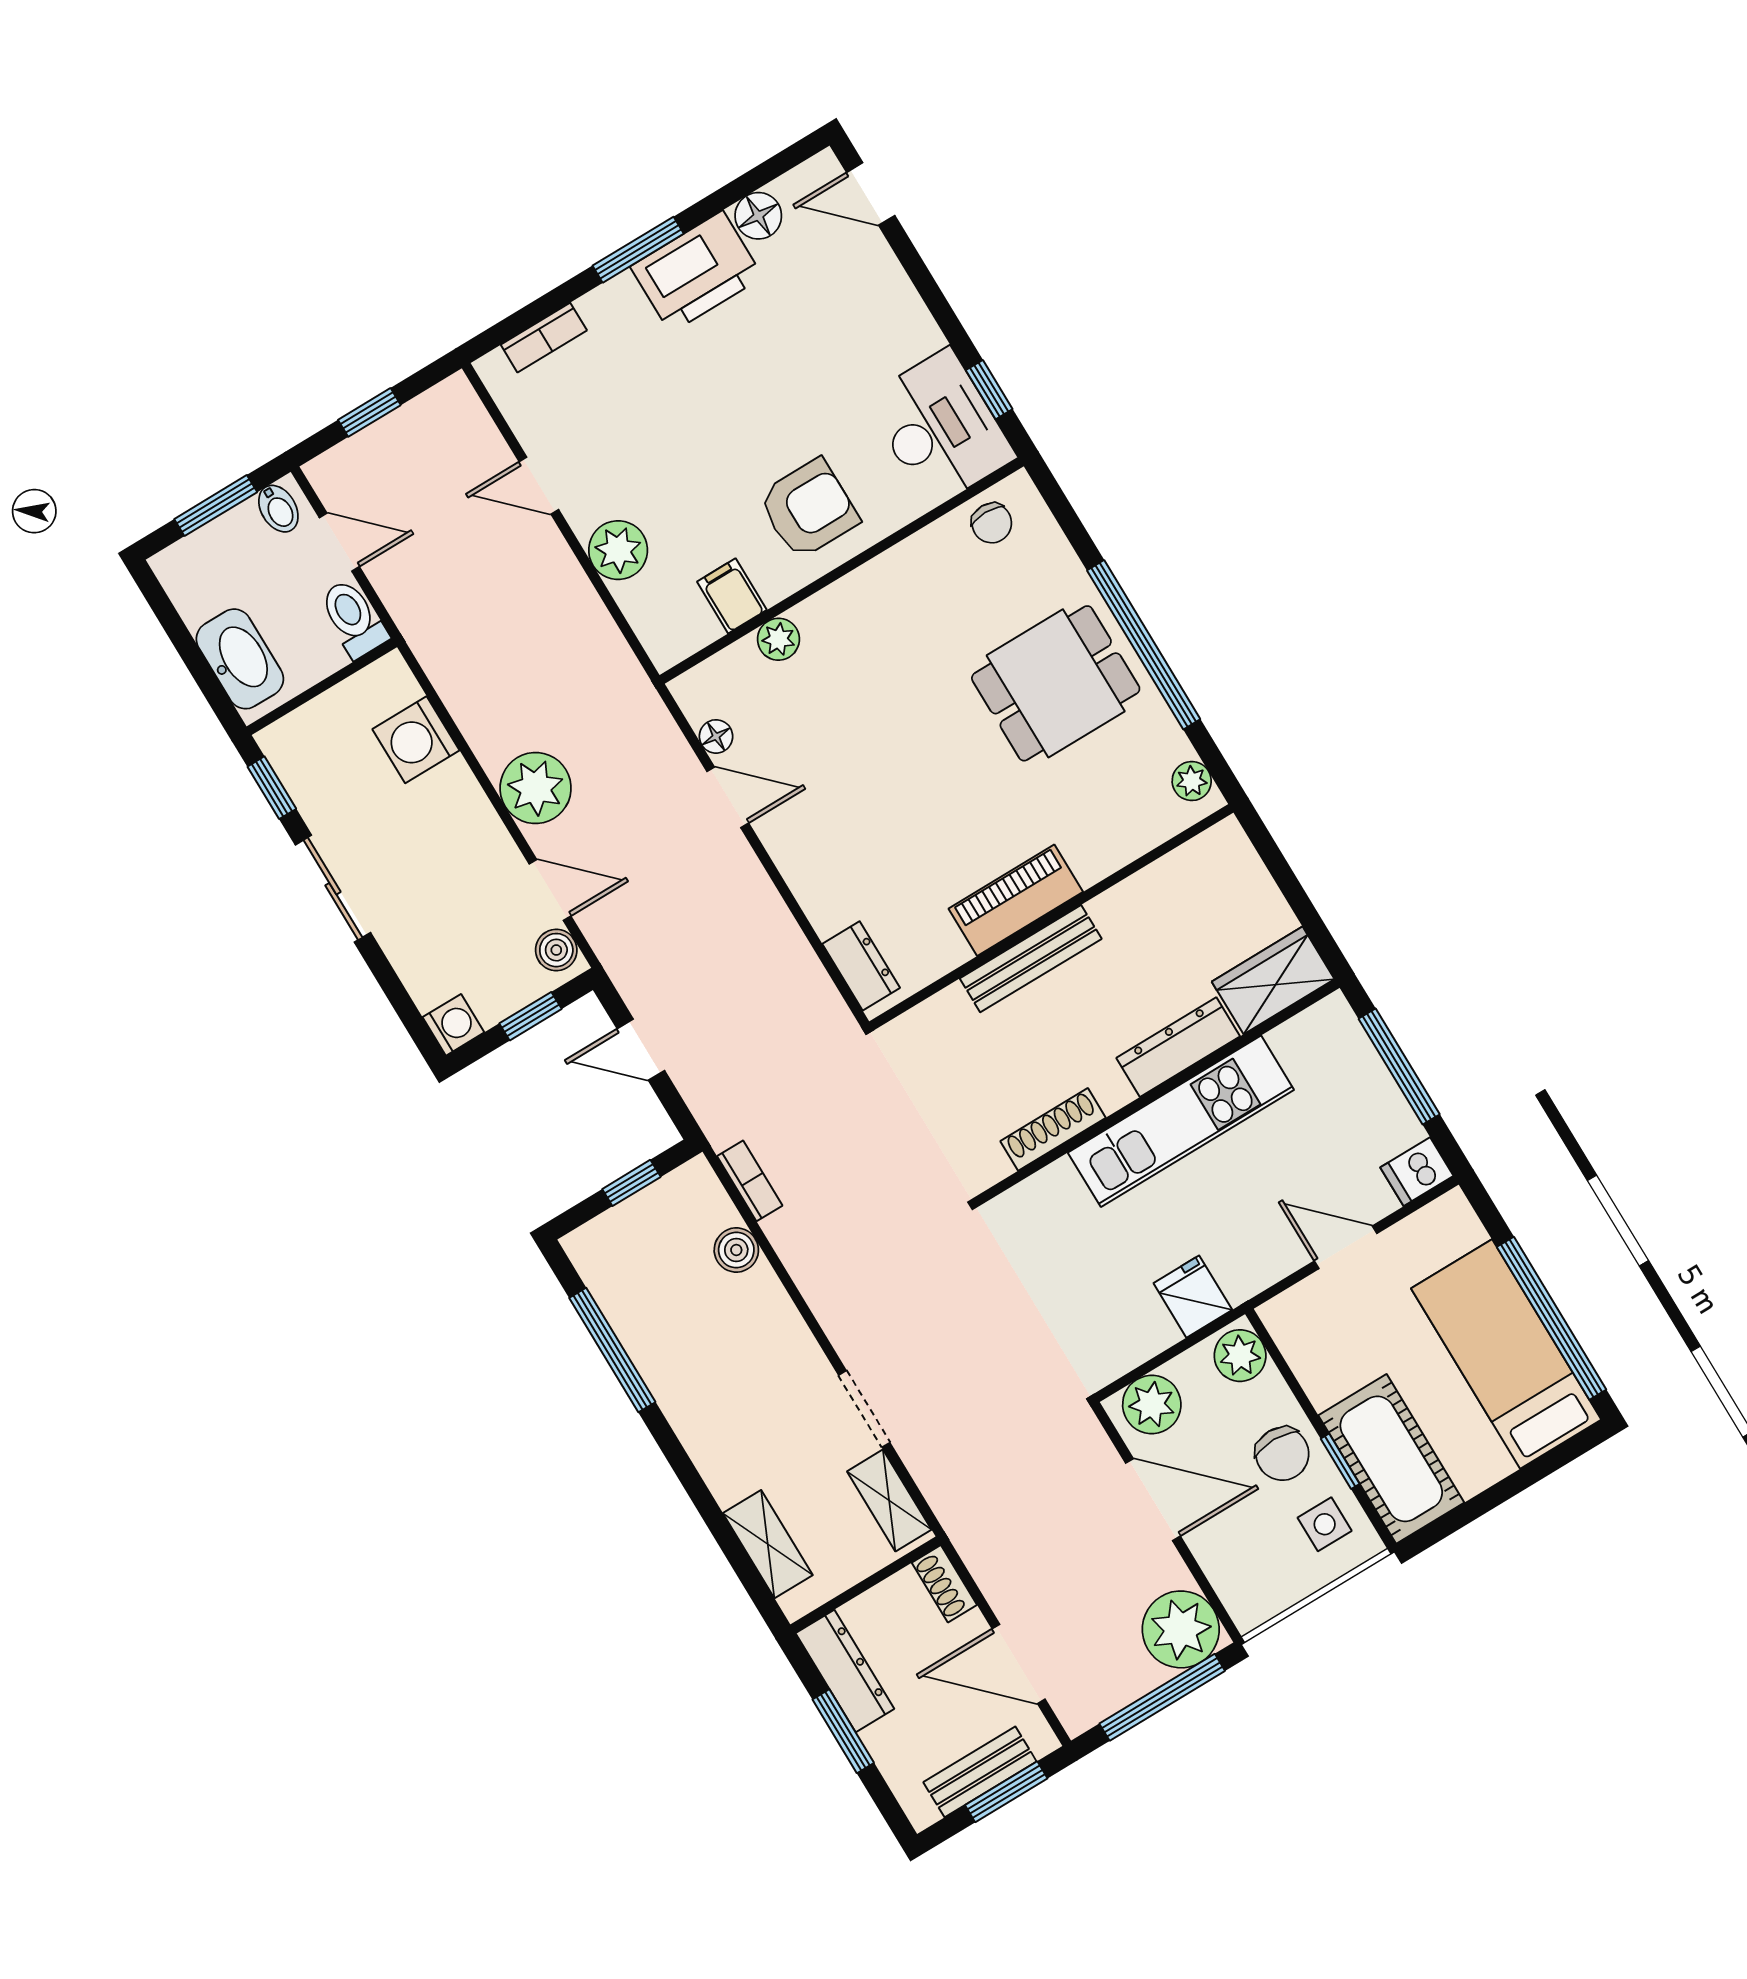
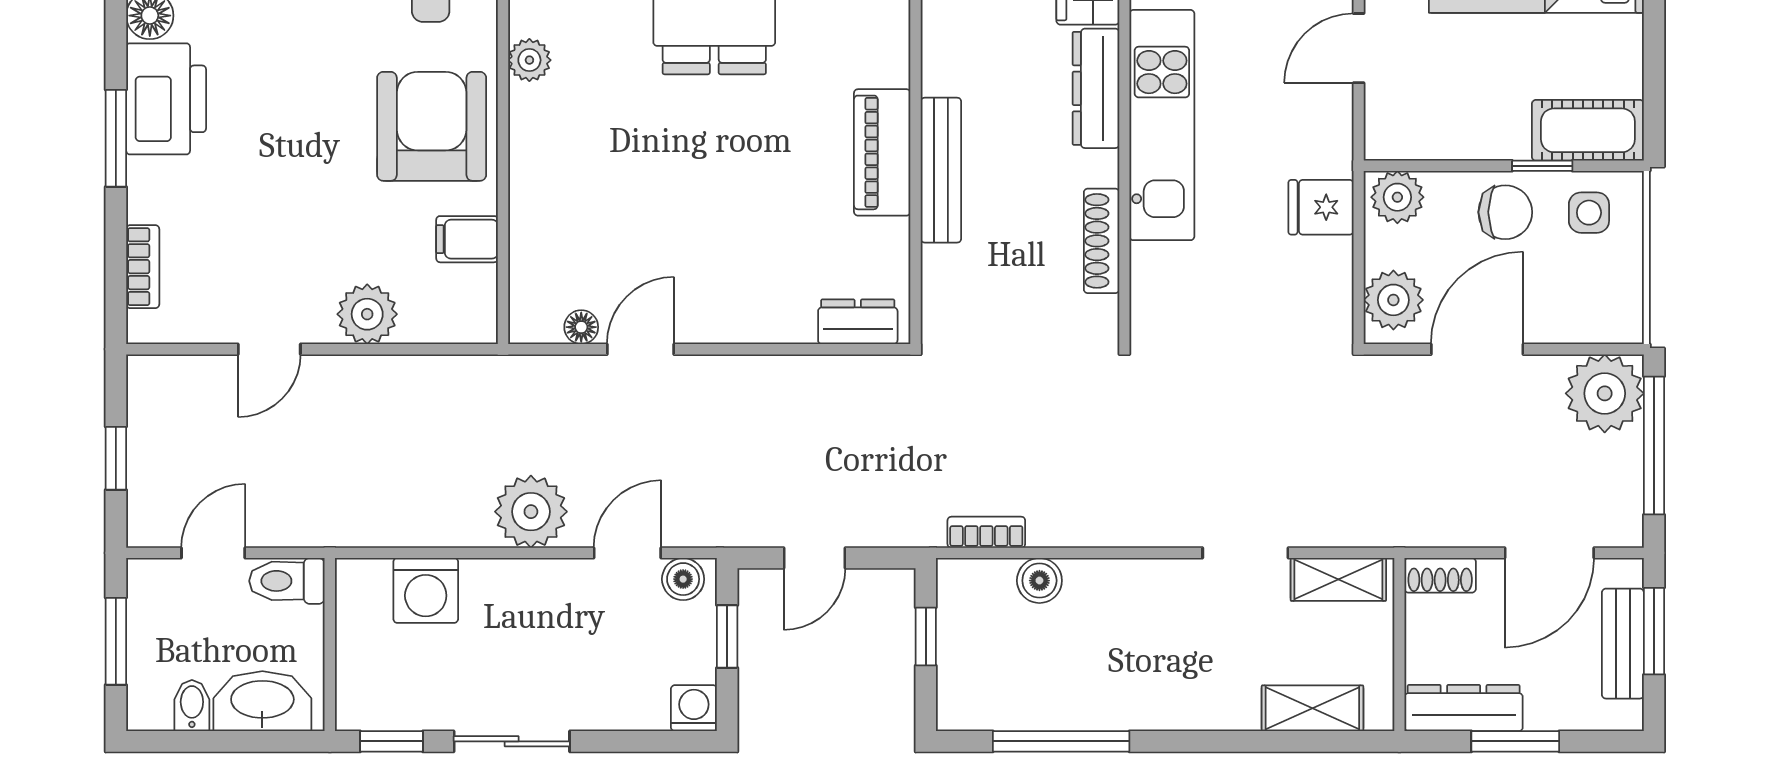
bidet: (278, 509) -> (192, 706), moved, turned -90
armchair: (809, 509) -> (432, 126), width x1.36, depth x1.36
plant: (778, 639) -> (529, 60), moved
cot: (1391, 1459) -> (1588, 130), width x0.73, depth x0.75

